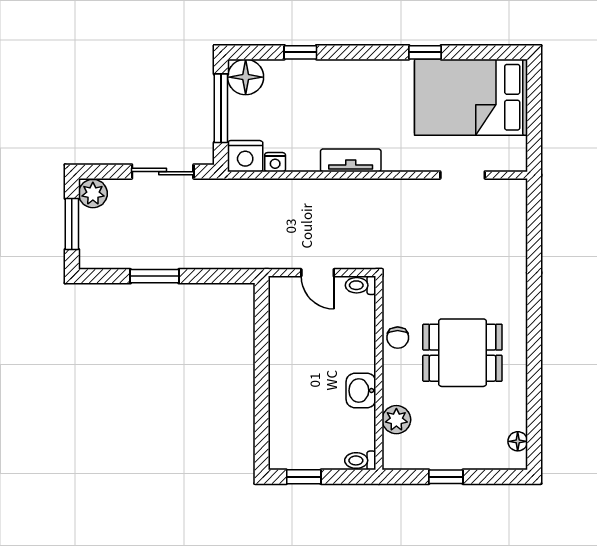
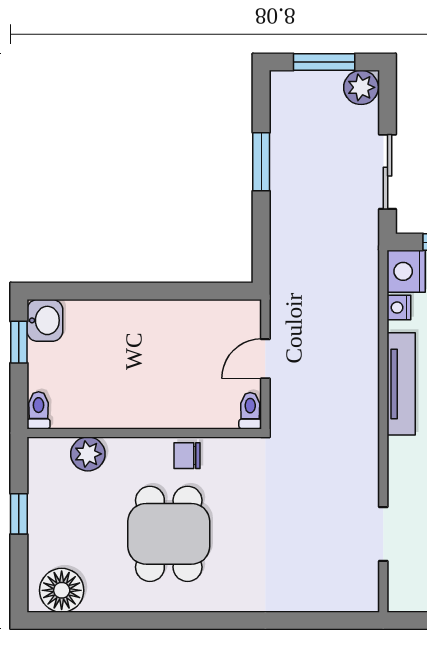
tv unit: (351, 160) -> (401, 384), width x1.41
washbasin: (361, 391) -> (45, 320), moved, turned 90
floor lamp: (518, 441) -> (62, 590), width x1.89, depth x1.89

